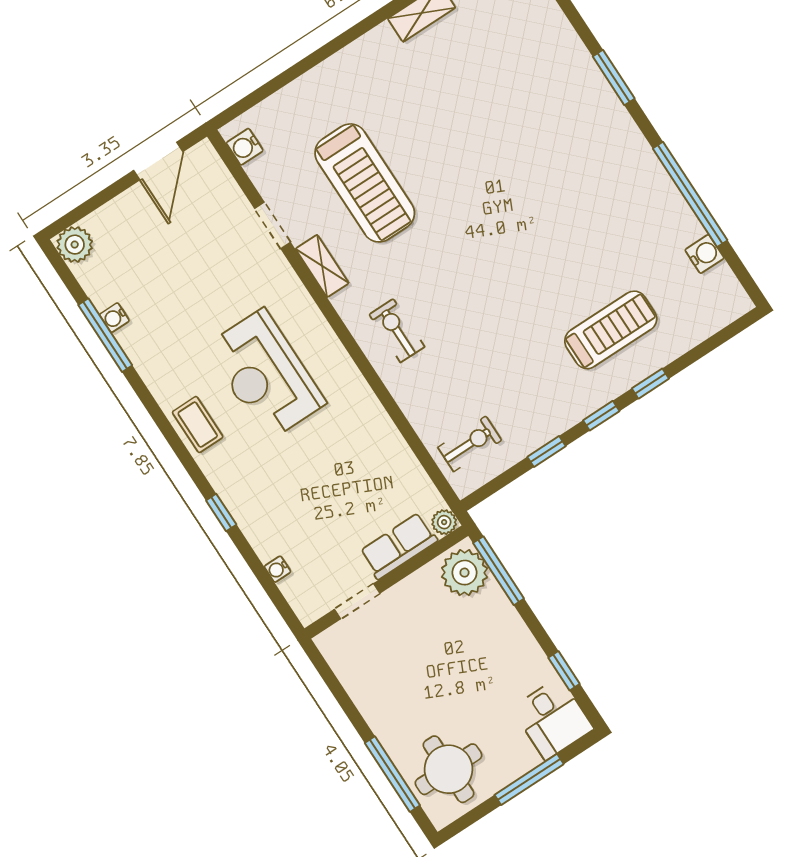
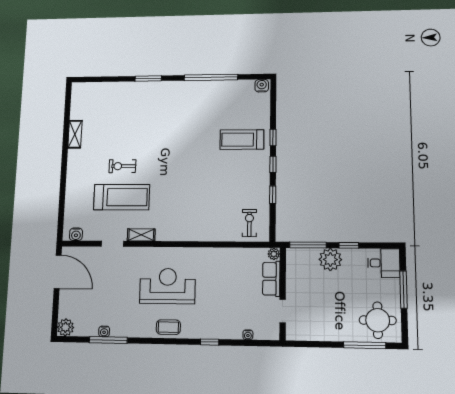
door: (158, 161) -> (58, 272), width x1.36
water cooler: (705, 254) -> (262, 86), moved
treadmill: (611, 330) -> (242, 140), turned -90
exercise bike: (397, 331) -> (122, 166), moved
reception desk: (266, 375) -> (167, 286), turned 180
plant: (464, 573) -> (330, 260), moved
window: (564, 671) -> (349, 245), moved

